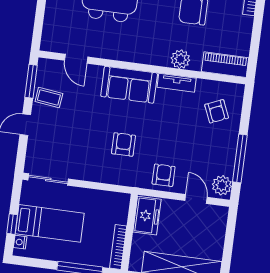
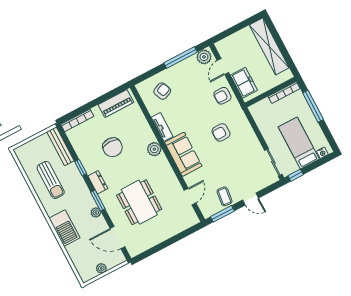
plant: (180, 59) -> (154, 149), moved
piano: (225, 65) -> (116, 103), moved, turned -90
freezer: (147, 216) -> (244, 83), moved, turned 90
window: (12, 224) -> (296, 175), moved

